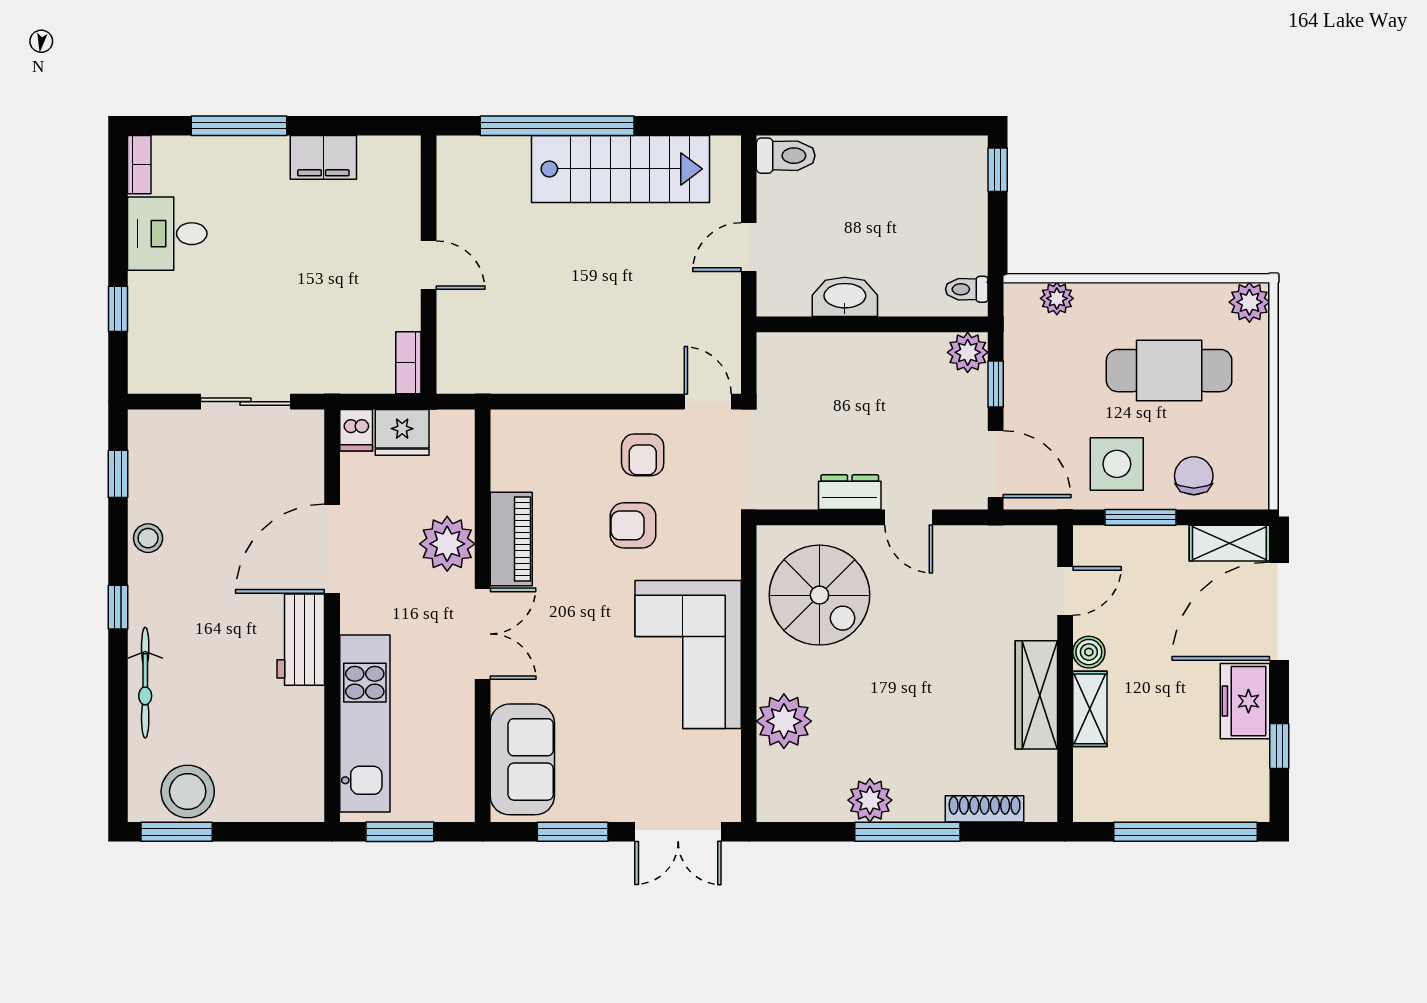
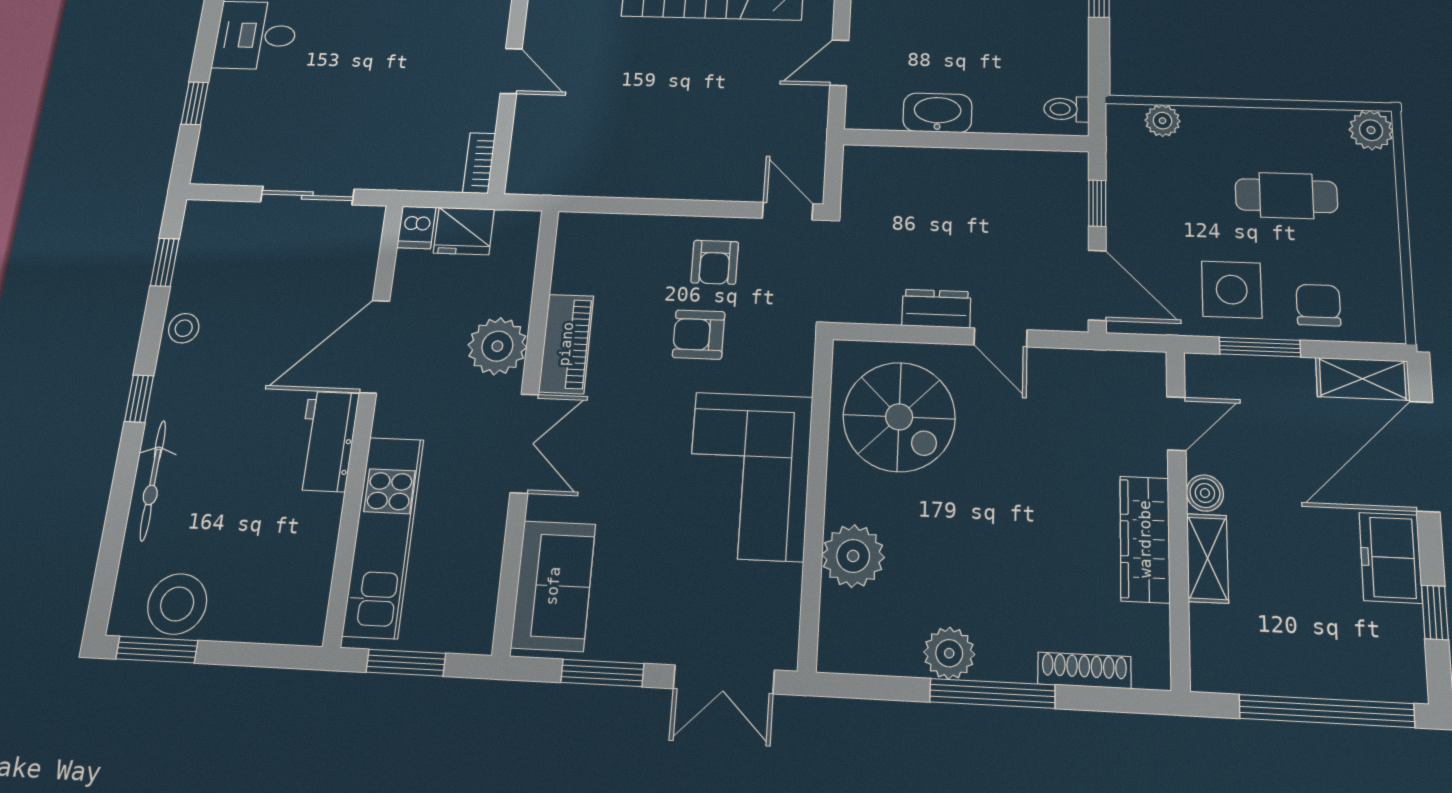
plant: (968, 352) -> (1067, 171), removed
cafe table: (1169, 371) -> (1286, 196), width x0.73, depth x0.74

